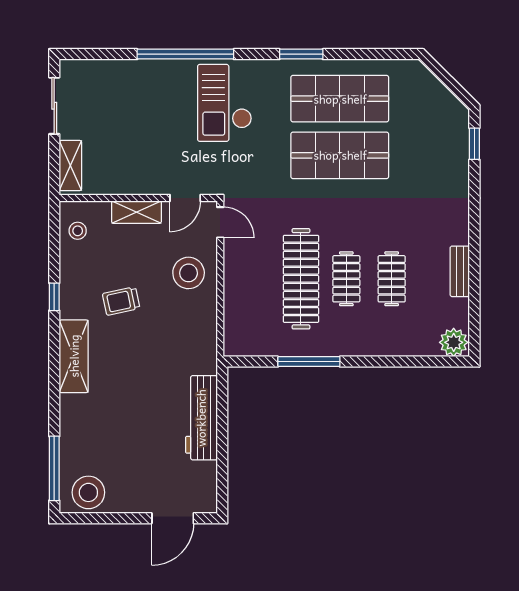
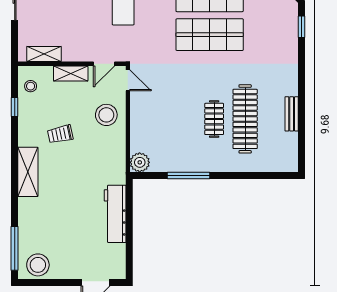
shelving: (70, 165) -> (44, 54), moved, turned 90
clothes rail: (301, 279) -> (183, 119), removed
clothes rail: (392, 279) -> (245, 119), width x1.86, depth x1.31
window: (54, 297) -> (15, 107), moved
plant: (454, 342) -> (140, 162), moved

